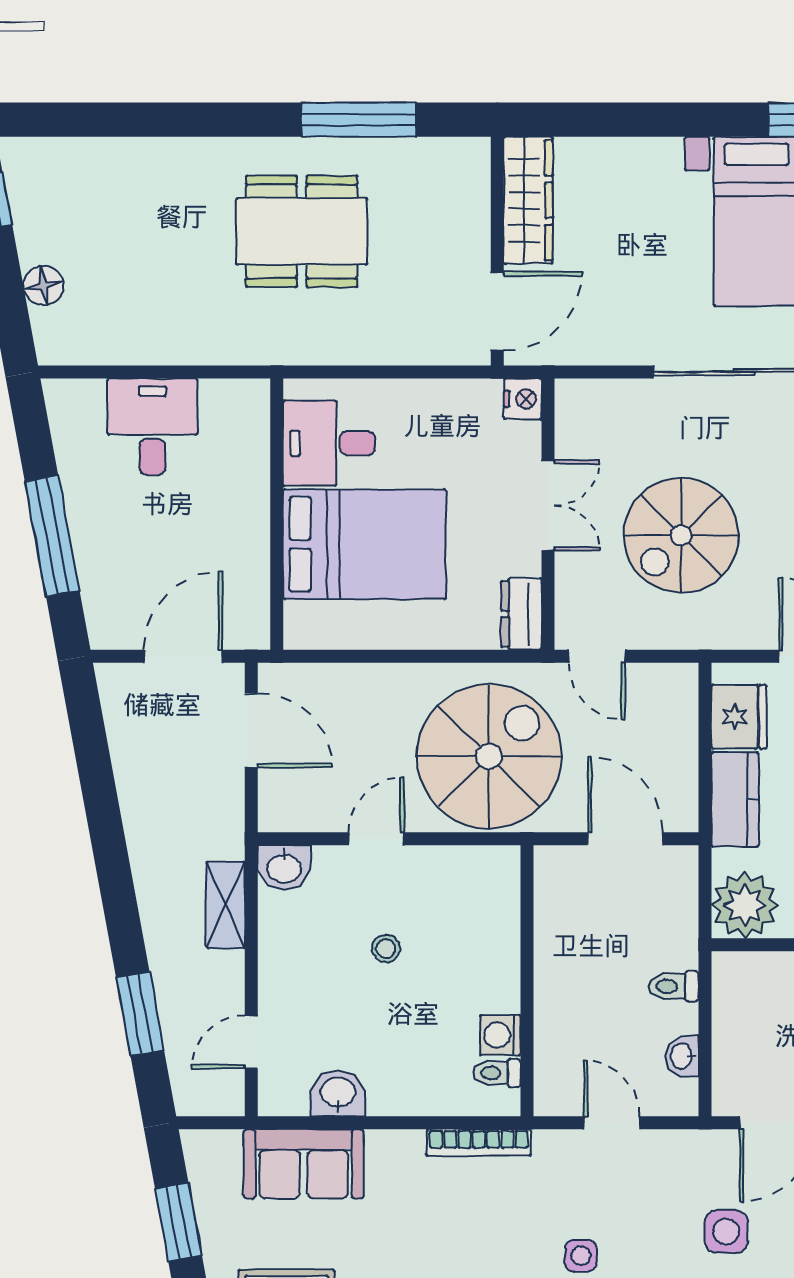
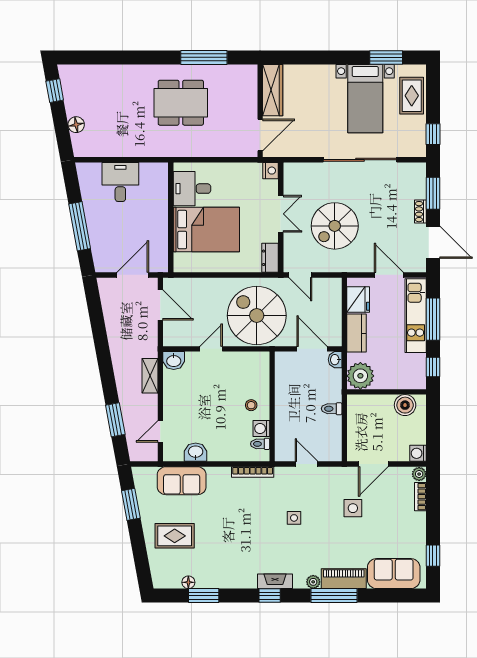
spiral stairs: (489, 756) -> (257, 316), turned -90
stool: (386, 949) -> (251, 405), moved
washbasin: (682, 1056) -> (335, 360), moved

